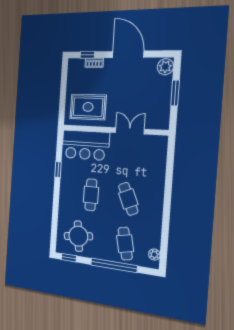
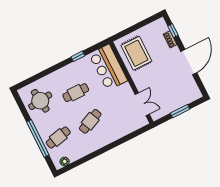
plant: (165, 67) -> (194, 94), removed
double door: (130, 131) -> (142, 104), moved
window: (69, 258) -> (20, 103), removed

